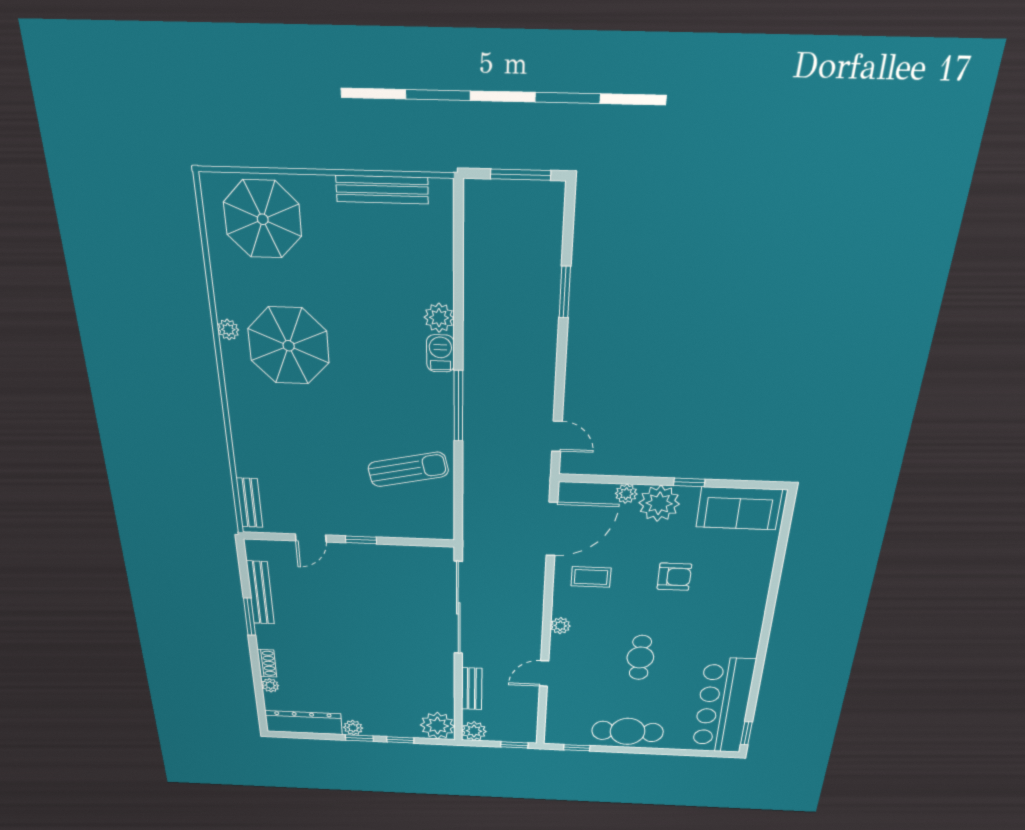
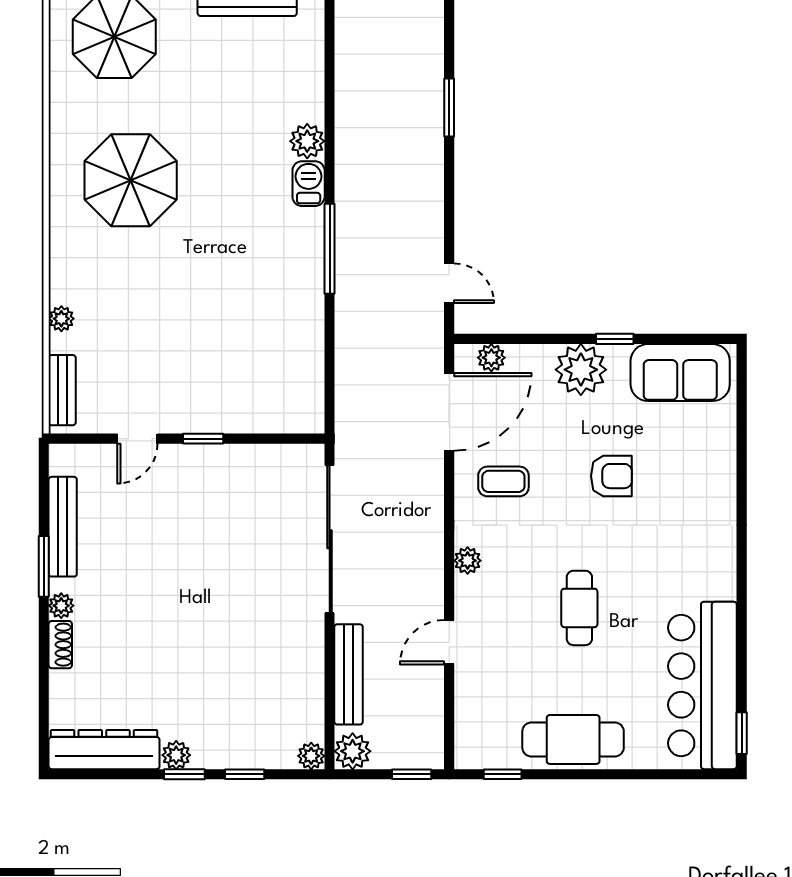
plant: (228, 330) -> (61, 319), moved
sun lounger: (408, 469) -> (267, 335), removed
plant: (626, 494) -> (491, 358), moved
plant: (270, 685) -> (61, 606), moved
bench: (472, 689) -> (349, 674), width x1.36
plant: (437, 726) -> (311, 756), width x0.53, depth x0.53

